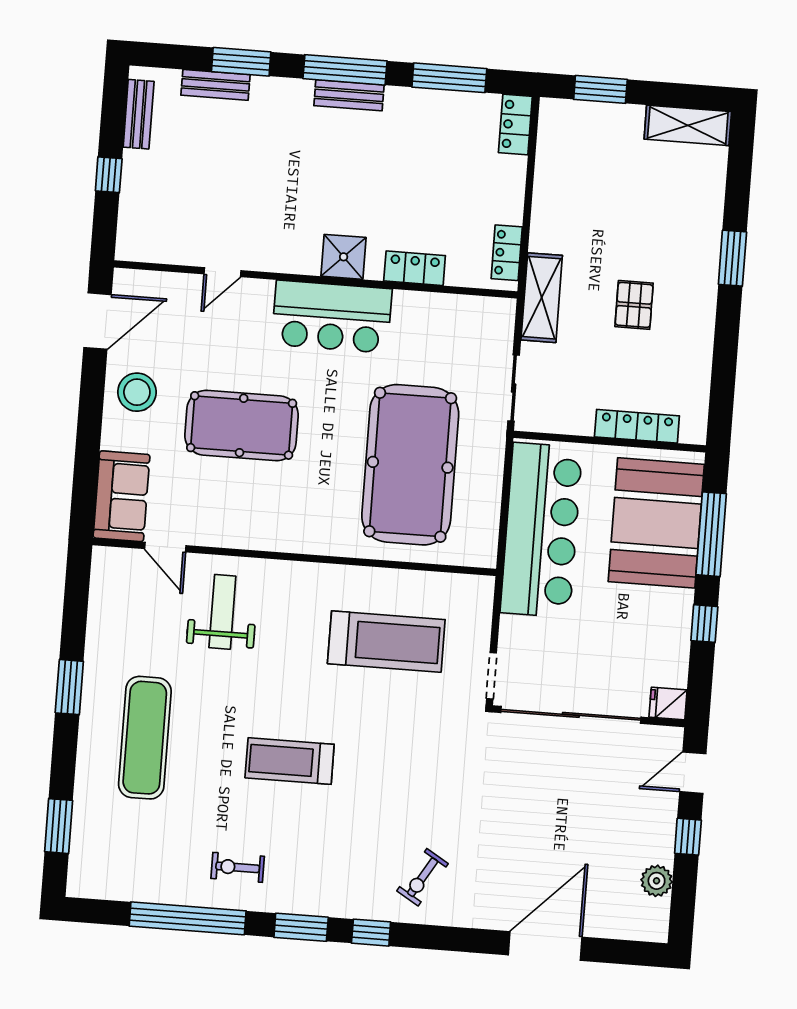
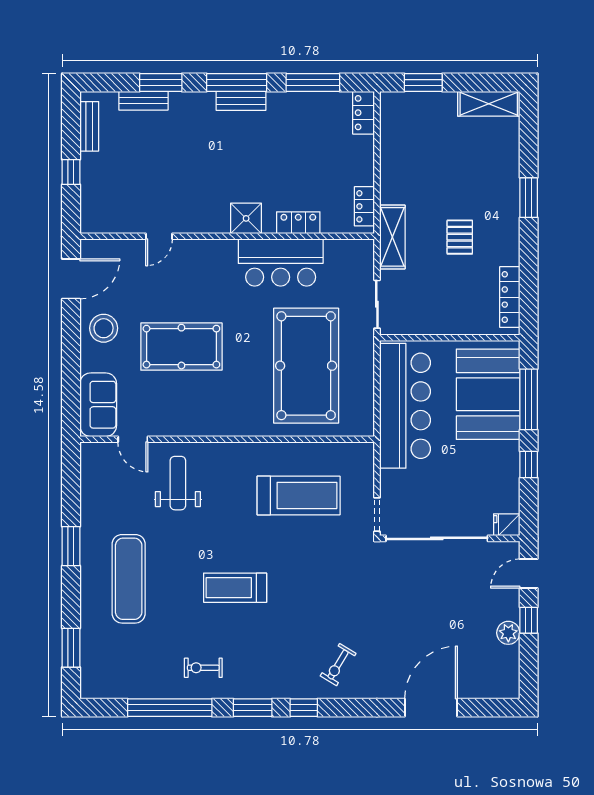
bar counter: (332, 317) -> (281, 263), moved
locker: (637, 426) -> (510, 297), moved, turned -90
plant: (657, 881) -> (508, 633), moved

